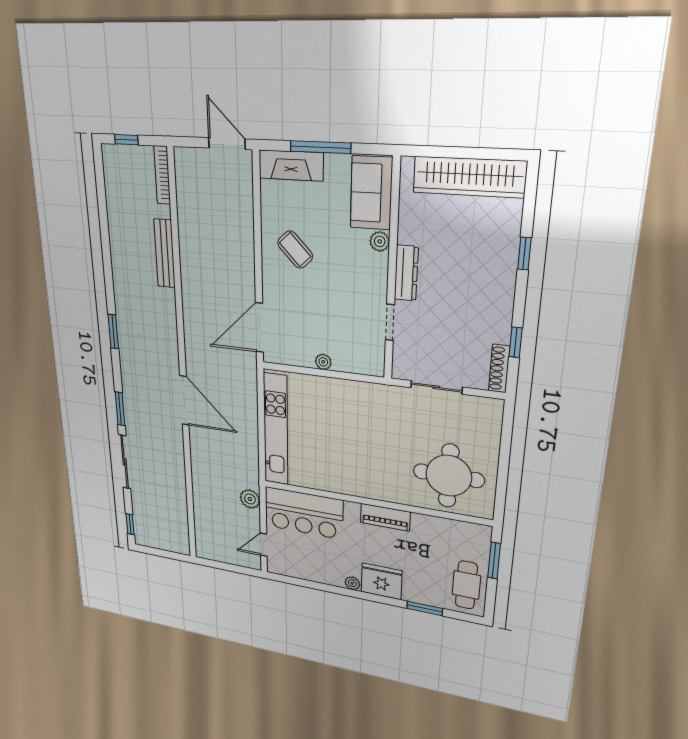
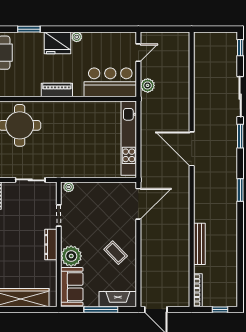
plant: (380, 241) -> (71, 256), width x1.87, depth x1.87
plant: (323, 362) -> (69, 187), moved

